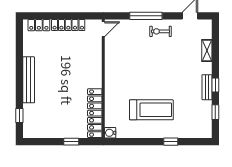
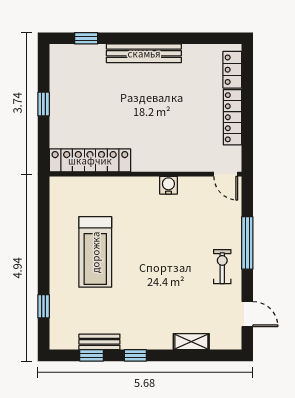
bench: (207, 87) -> (99, 342), moved
water cooler: (110, 133) -> (168, 185), moved
window: (71, 142) -> (44, 104), moved
window: (171, 142) -> (44, 306), moved

